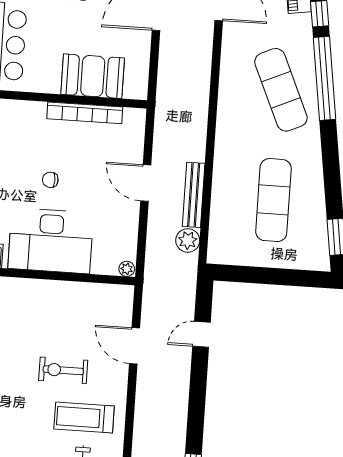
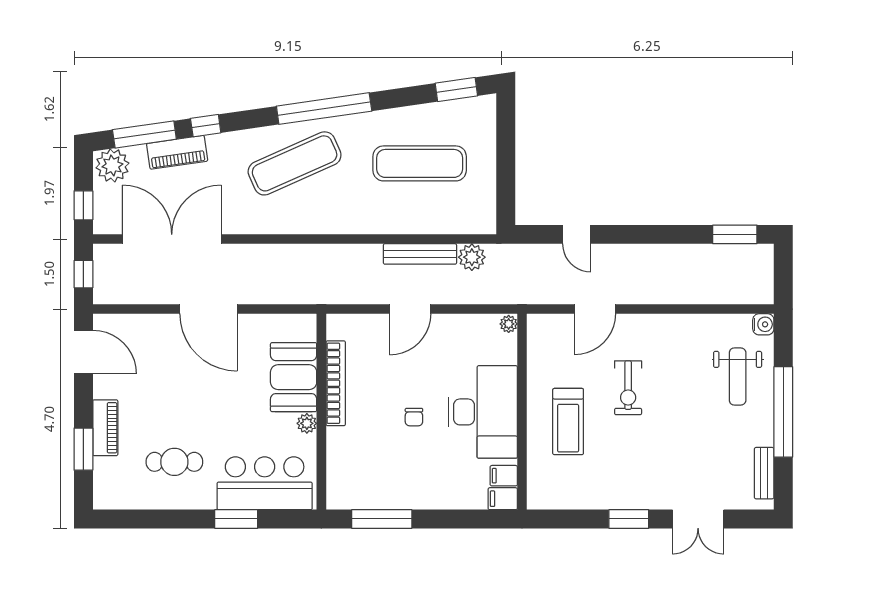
window: (324, 78) -> (324, 109), moved
plant: (51, 85) -> (307, 423), added
treadmill: (84, 418) -> (568, 422), moved

